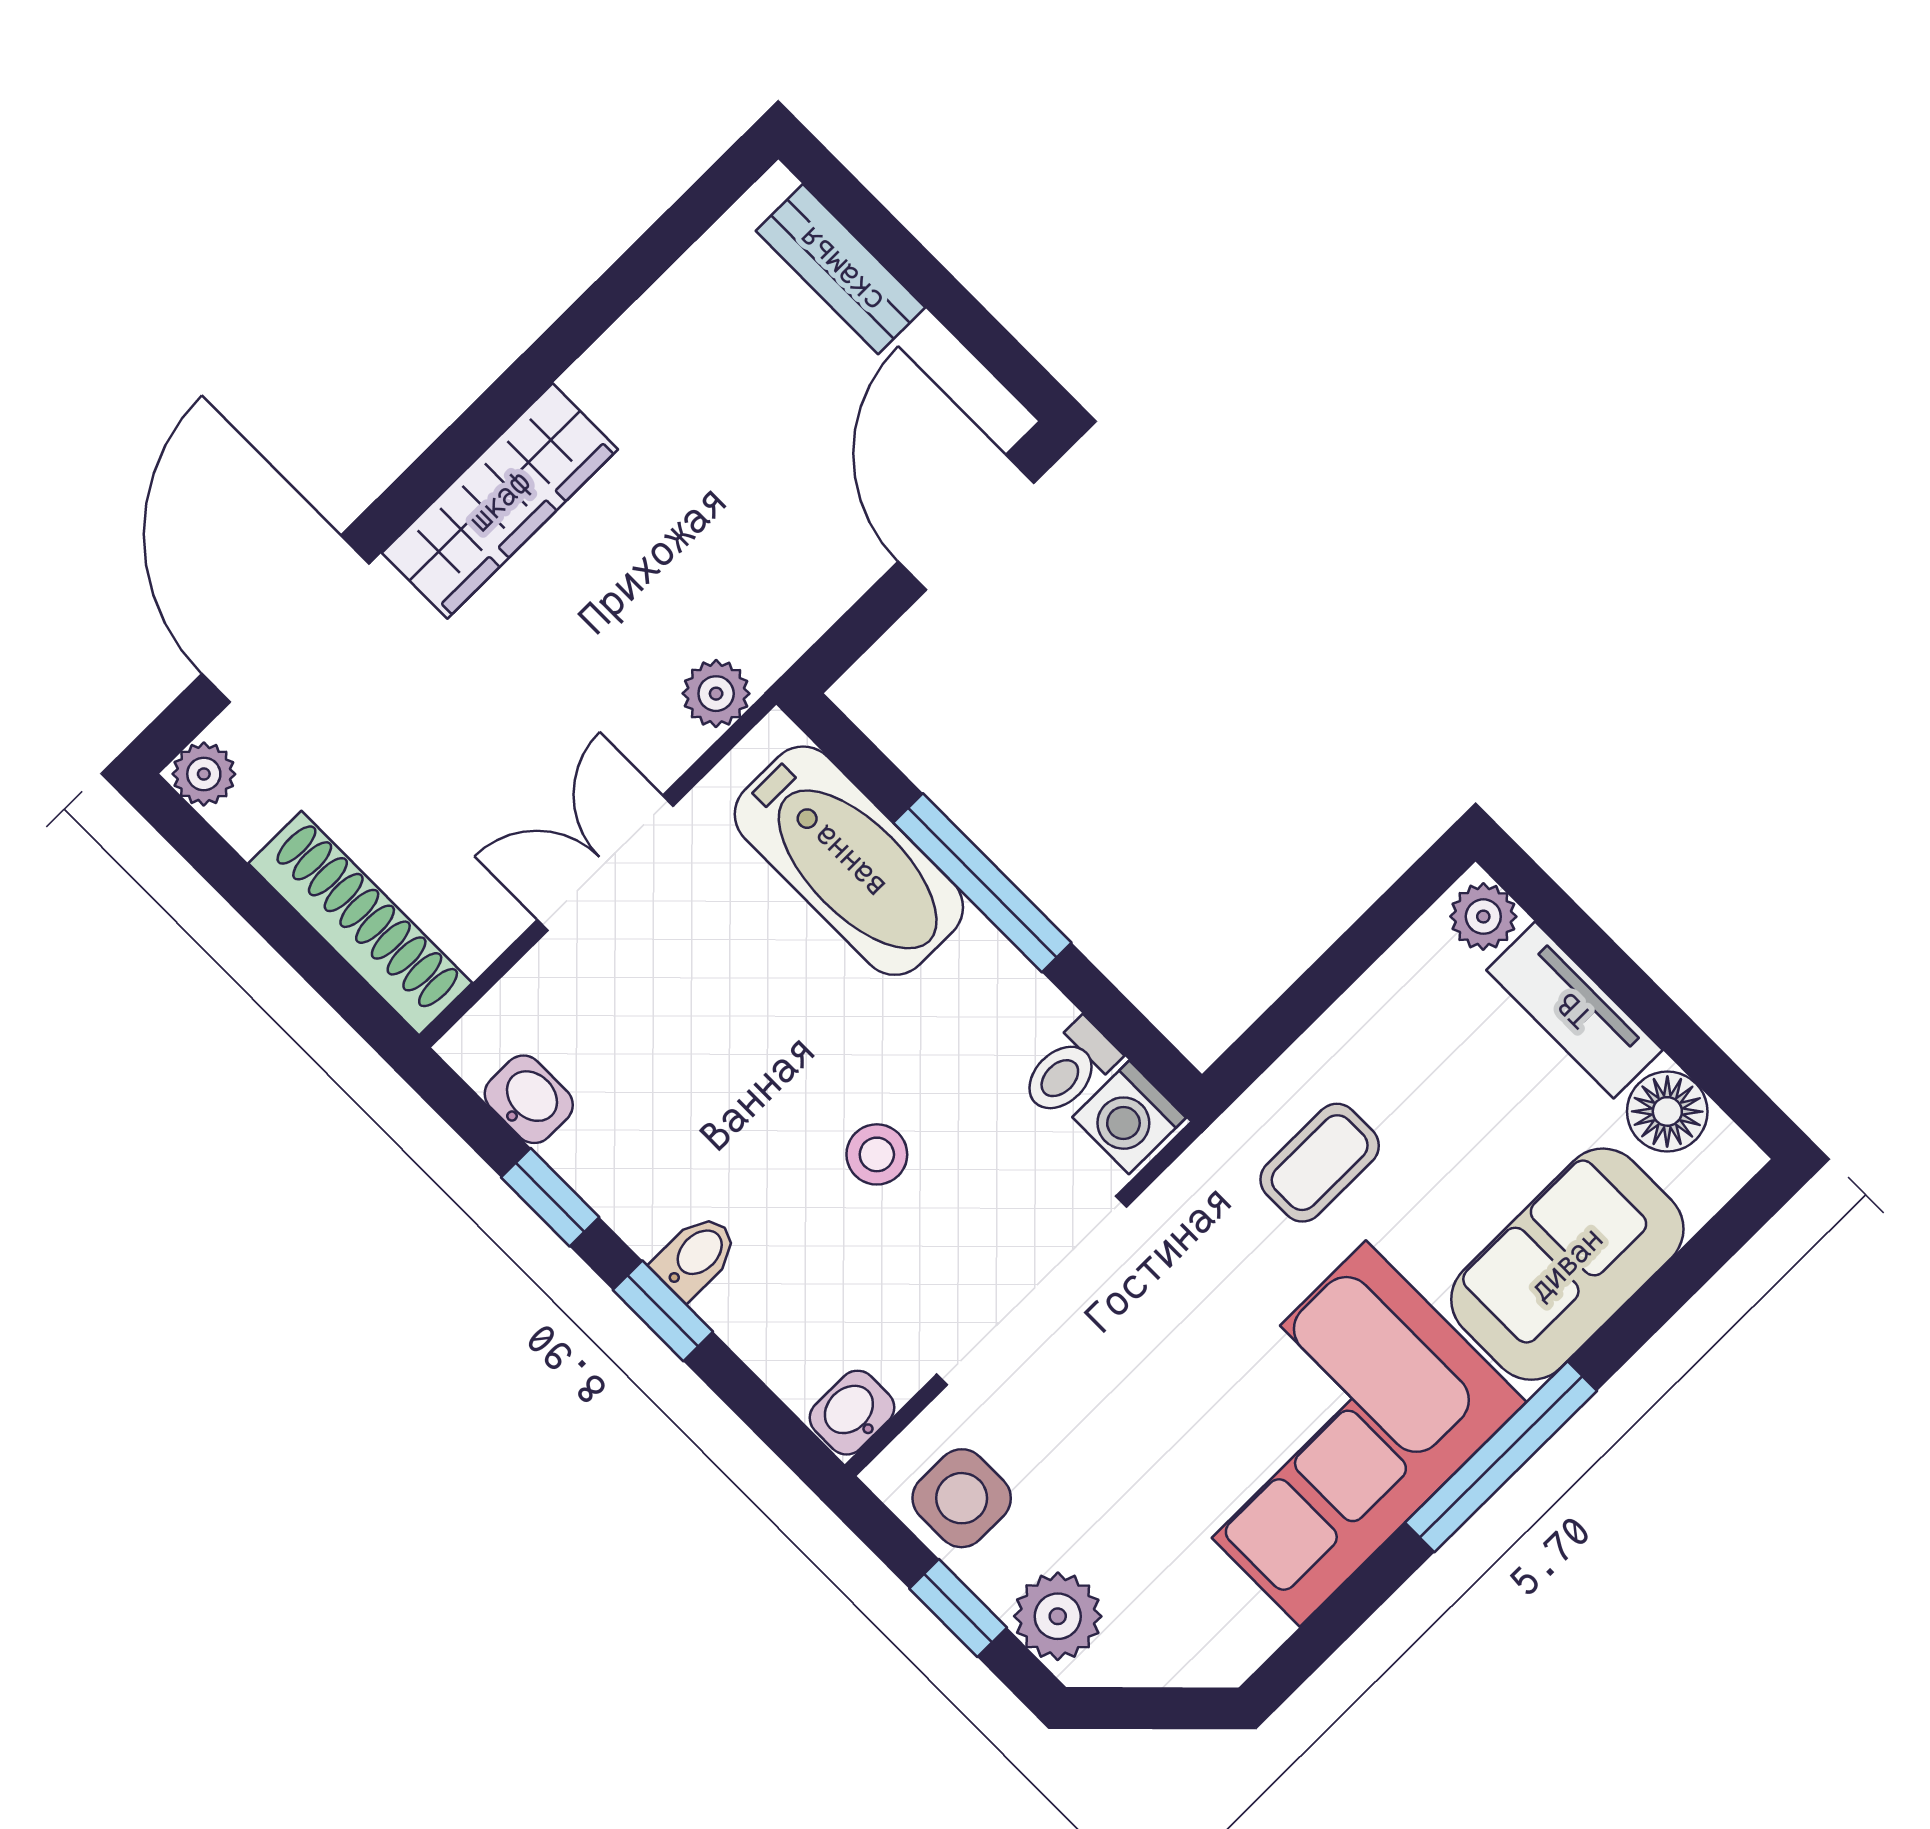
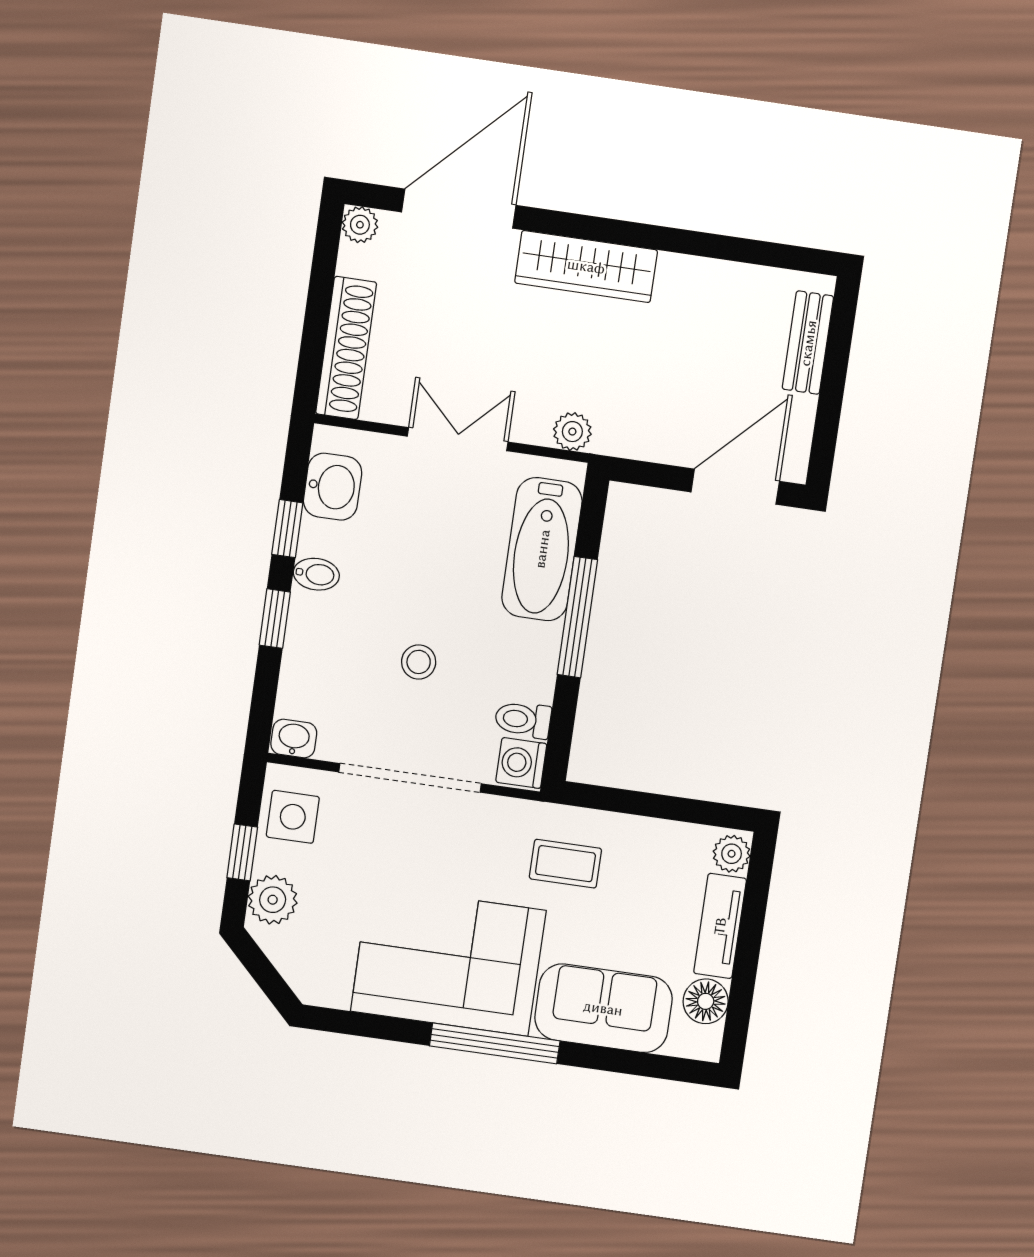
washbasin: (529, 1099) -> (333, 487), width x1.38, depth x1.45
bidet: (696, 1256) -> (316, 574), moved

